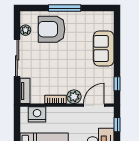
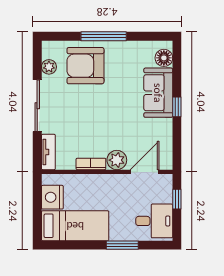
floor lamp: (108, 24) -> (164, 58), added
window: (117, 84) -> (177, 107), moved
nightstand: (37, 114) -> (52, 197), moved, turned -90

